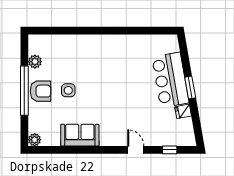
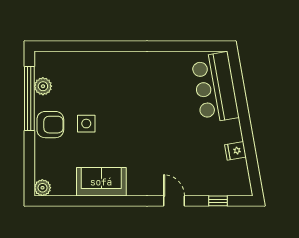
bar counter: (170, 80) -> (215, 88), moved
window: (190, 87) -> (245, 120), removed
window: (24, 91) -> (29, 99), moved

